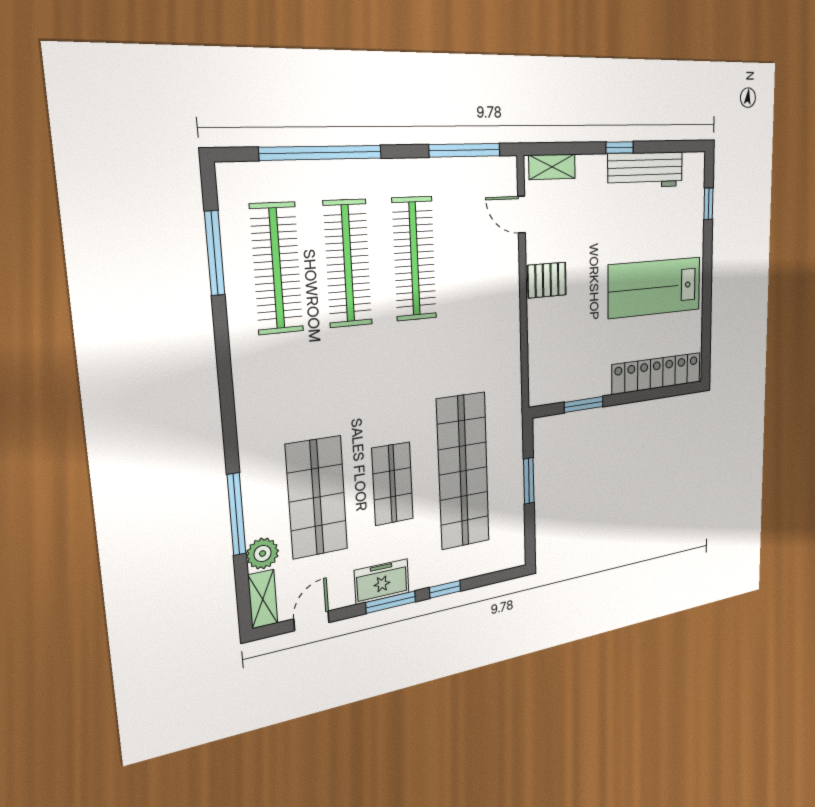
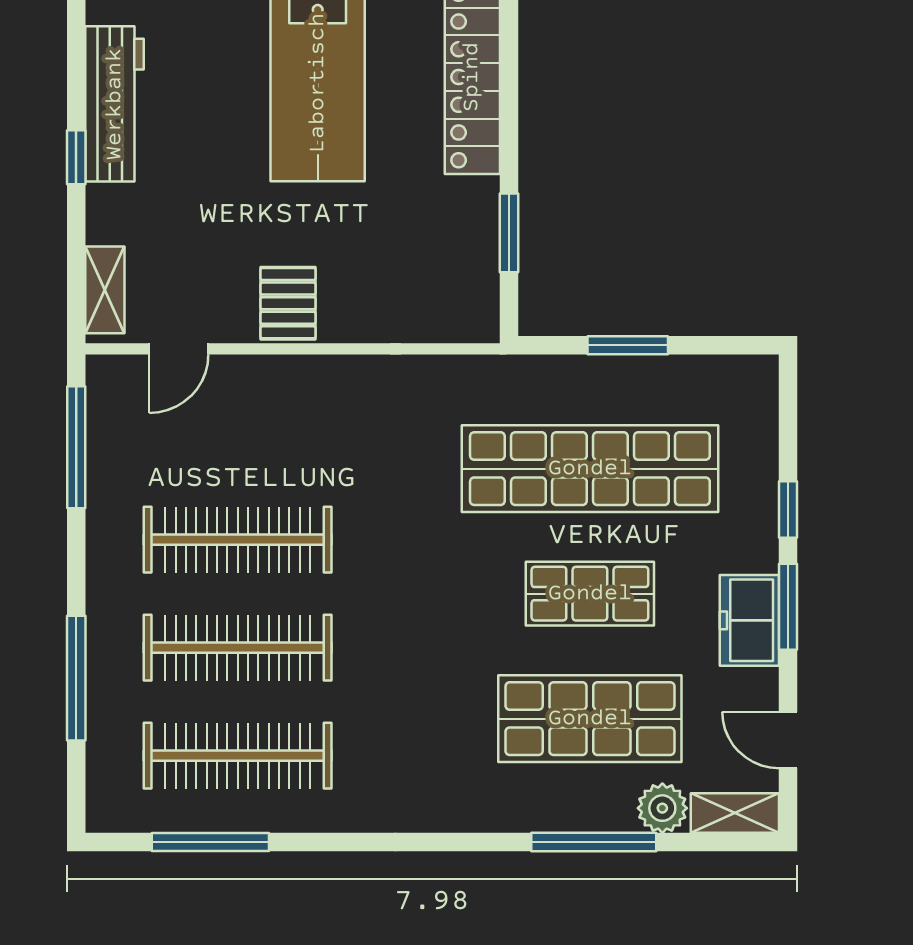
window: (321, 153) -> (76, 678), width x0.68

